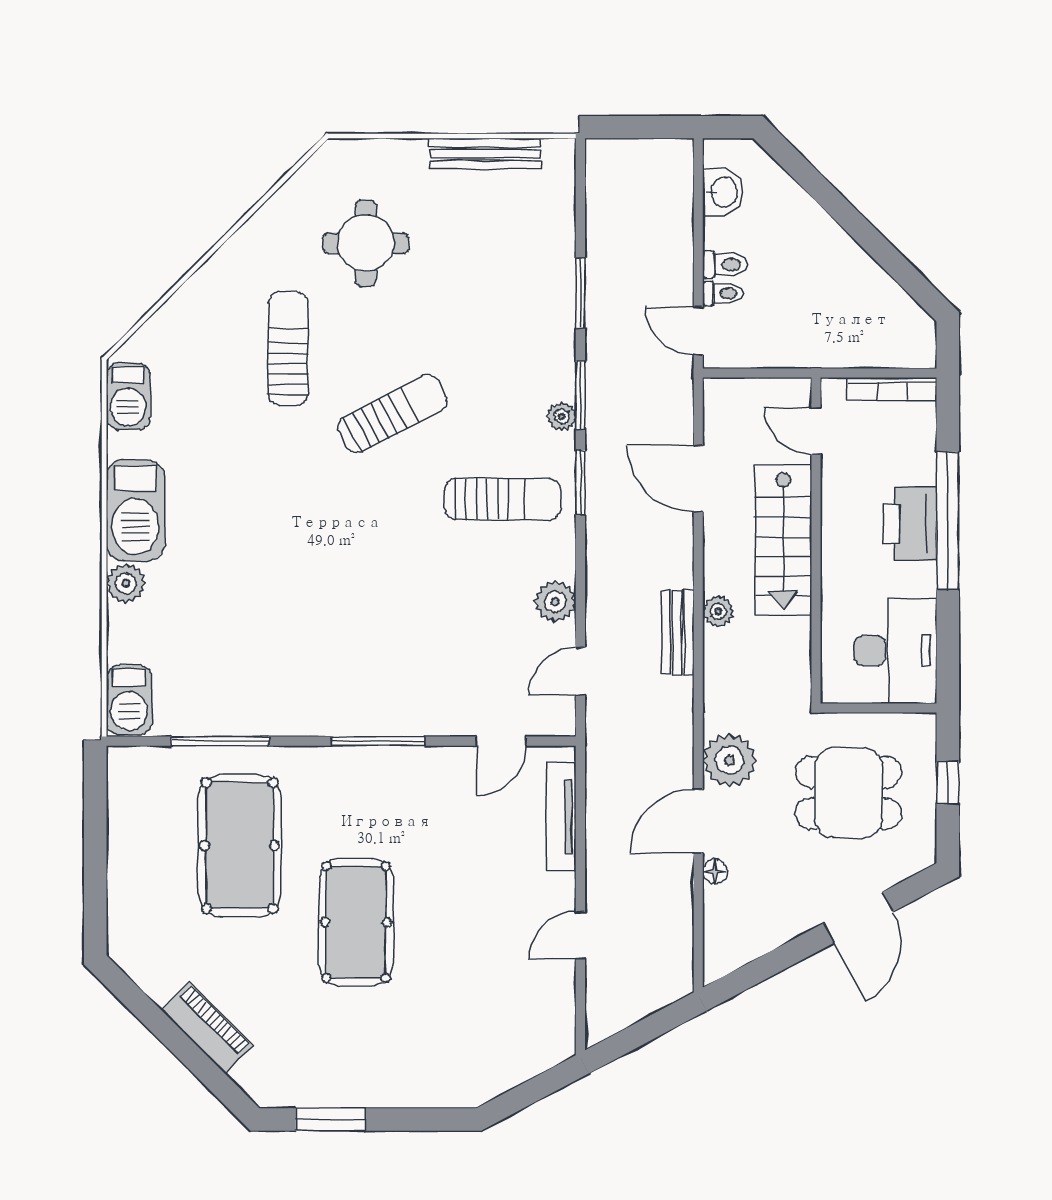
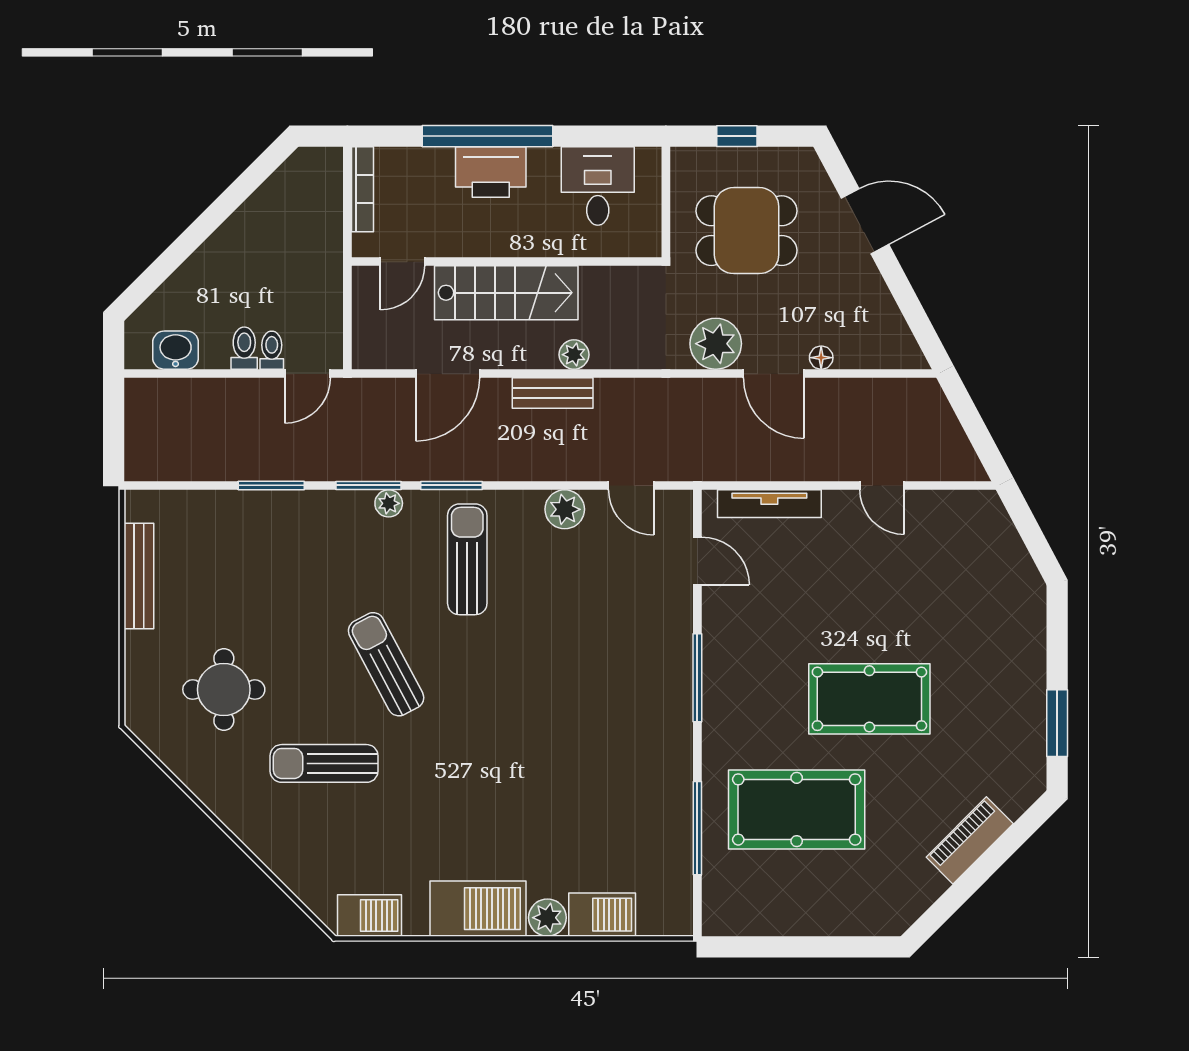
bench: (678, 632) -> (553, 393), moved
desk: (895, 651) -> (598, 186), width x0.73
barbecue: (129, 700) -> (602, 915), moved
dining table: (848, 793) -> (747, 231), turned 90

